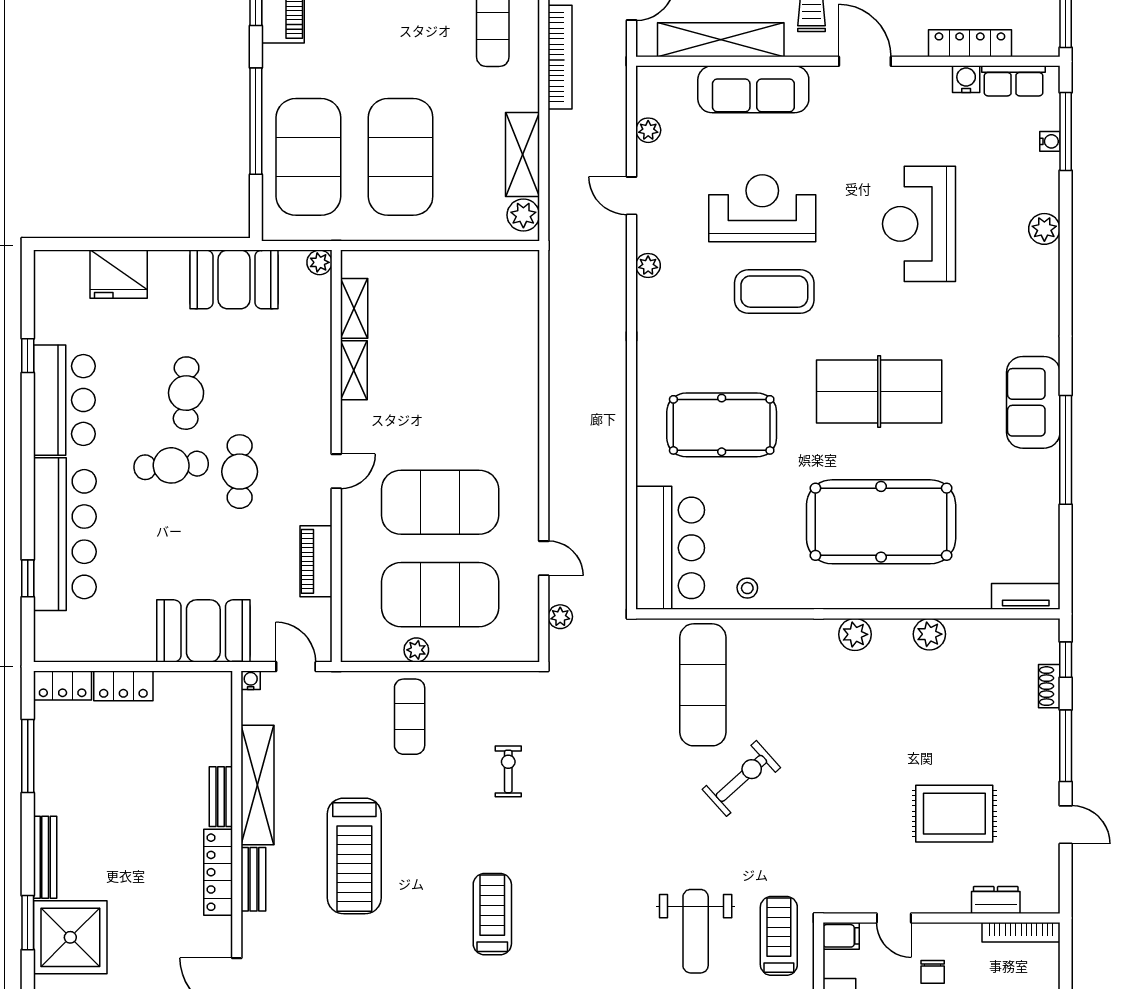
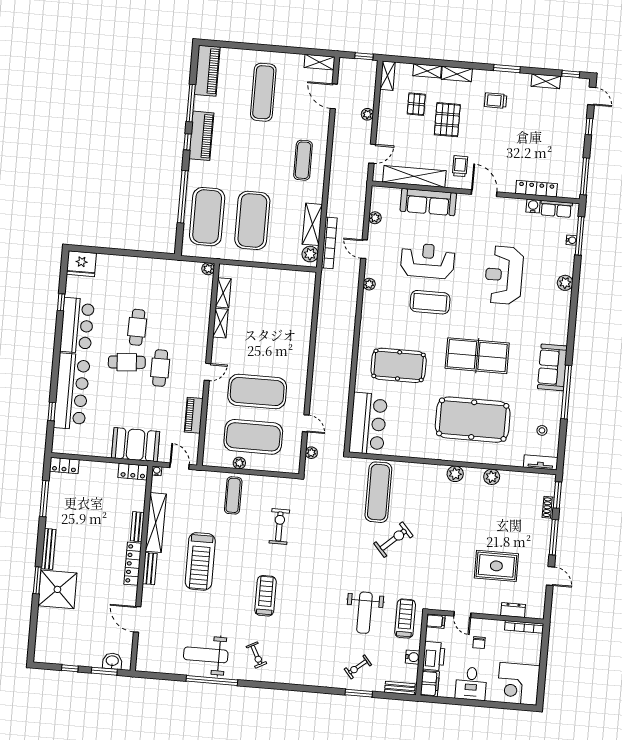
bookcase: (560, 57) -> (329, 243), moved
fridge: (119, 274) -> (81, 264), moved
booth: (234, 279) -> (165, 274), removed
stool: (747, 588) -> (542, 430), moved
window: (1066, 660) -> (557, 495), width x1.50
locker: (123, 686) -> (133, 472), moved
exercise bike: (508, 771) -> (279, 526), width x1.38, depth x1.39

